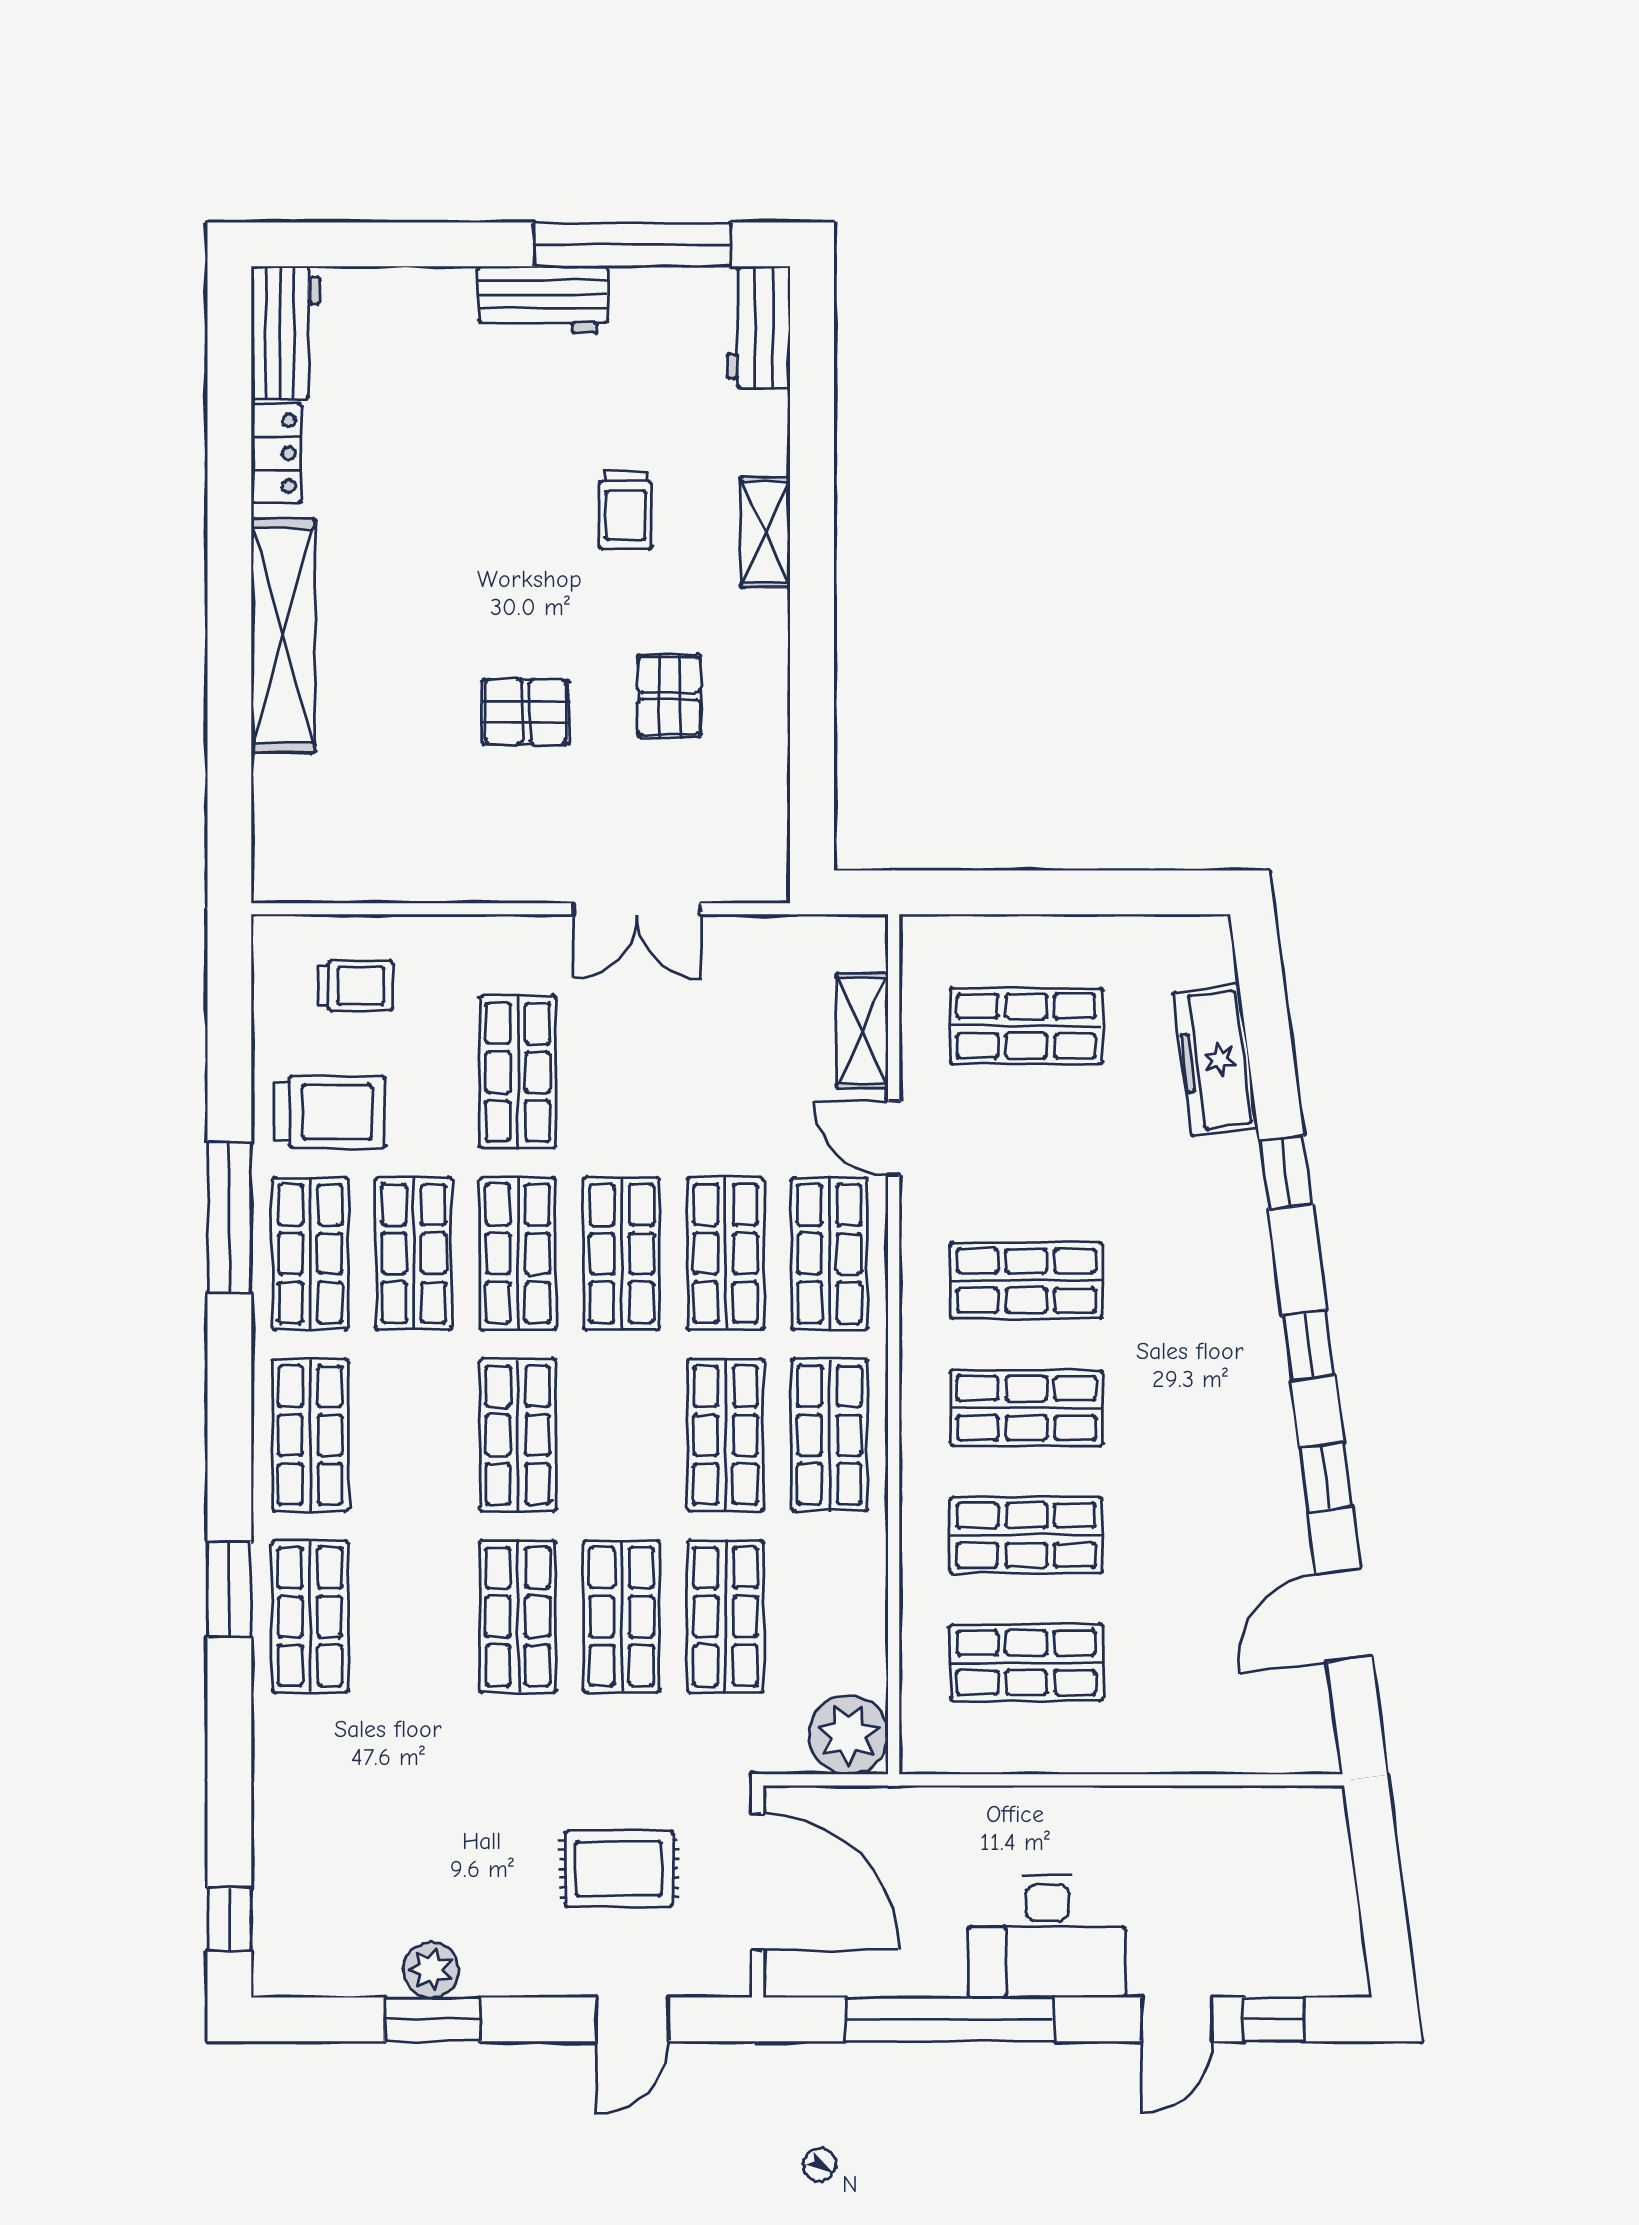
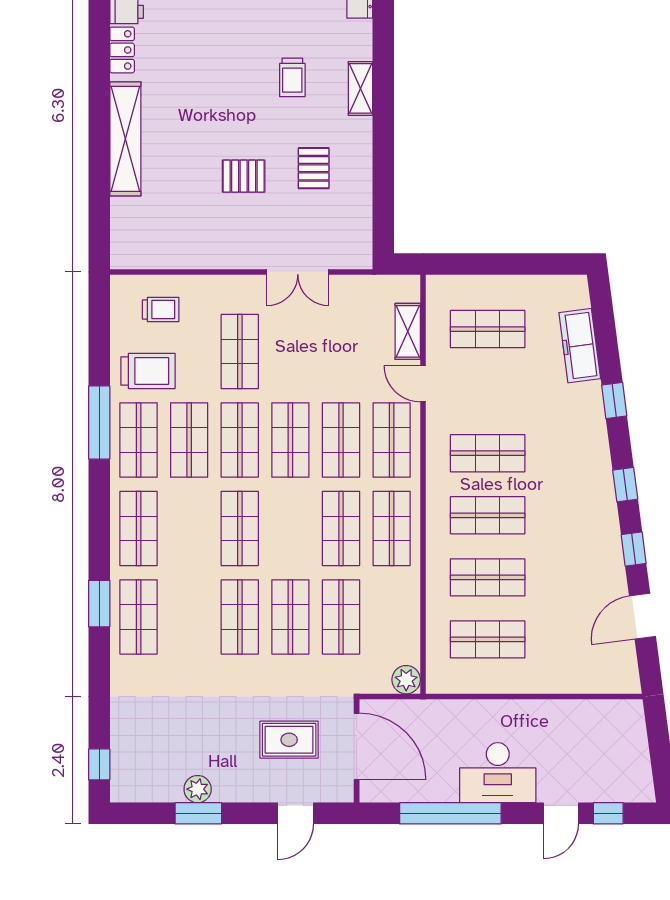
plant: (849, 1735) -> (406, 680), width x0.73, depth x0.73

